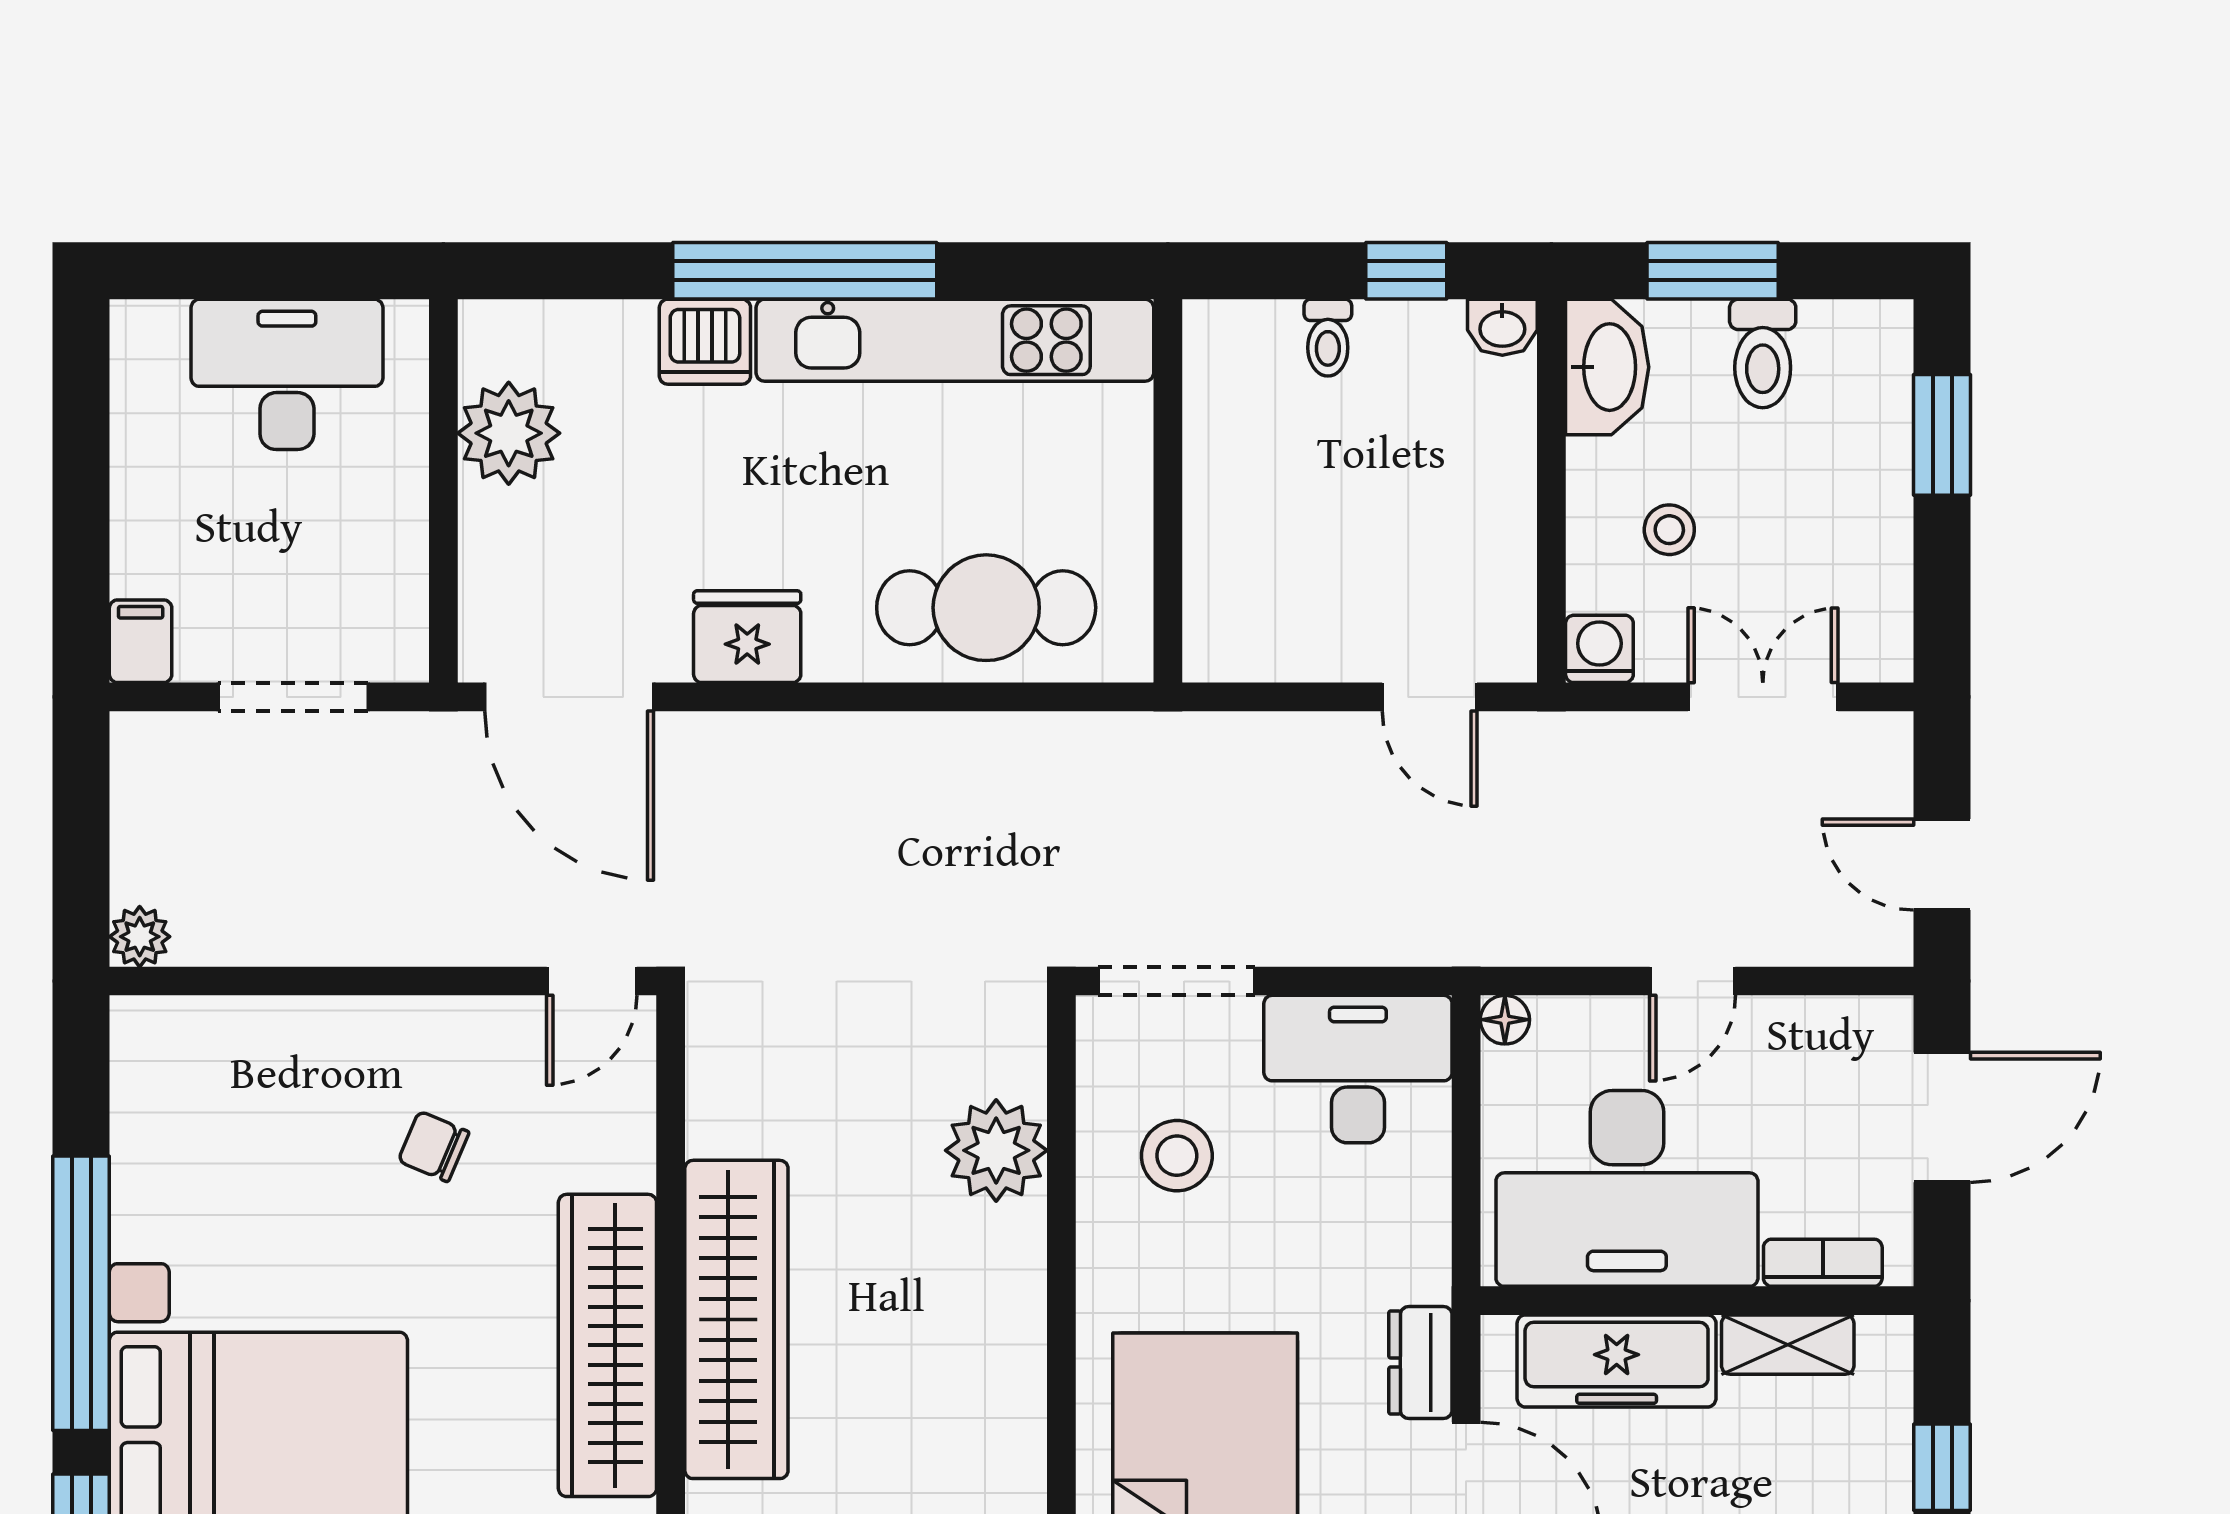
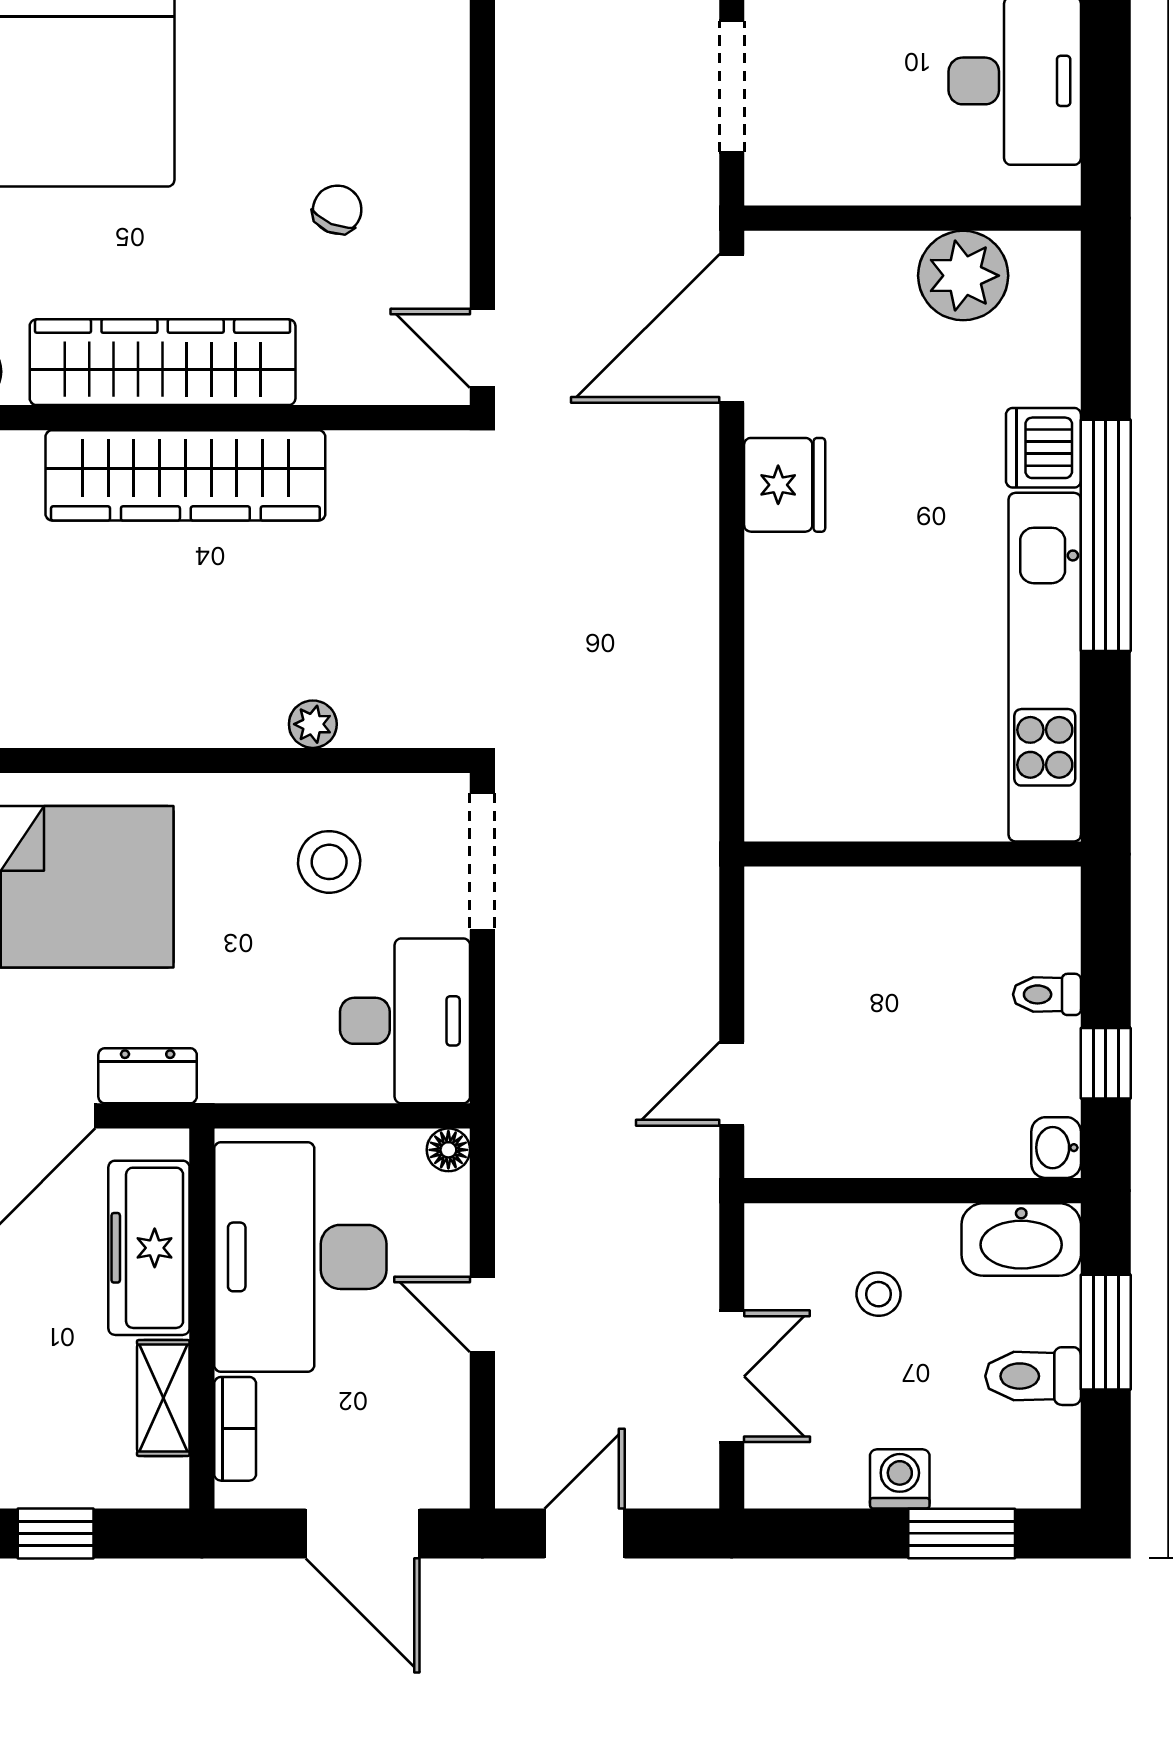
cafe table: (986, 608) -> (810, 695), removed
washing machine: (1599, 649) -> (900, 1479), moved, turned -90
plant: (996, 1150) -> (313, 724), width x0.53, depth x0.53

